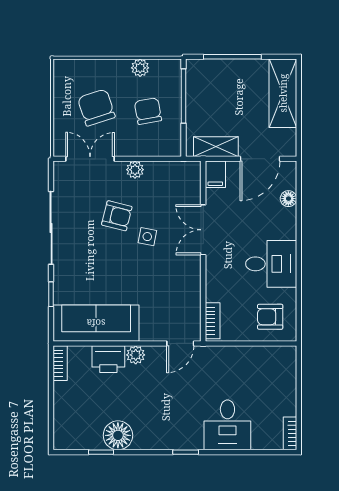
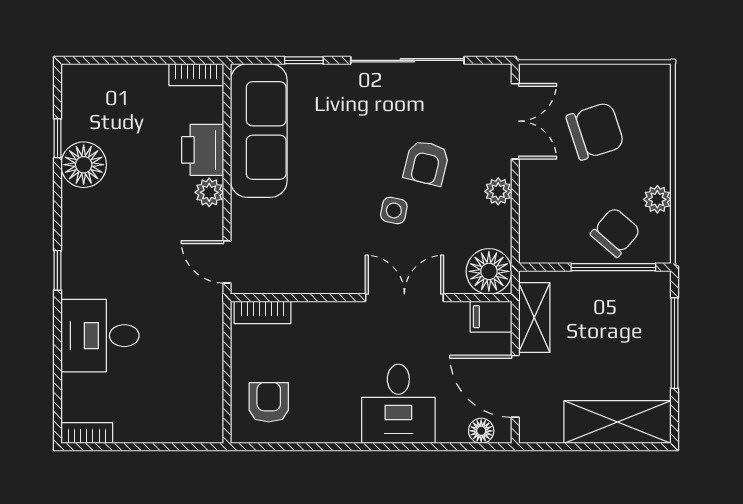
chair: (148, 111) -> (615, 232), moved, turned -39
floor lamp: (186, 176) -> (489, 271), added
floor lamp: (288, 199) -> (481, 431), moved
desk: (271, 264) -> (398, 404), moved

